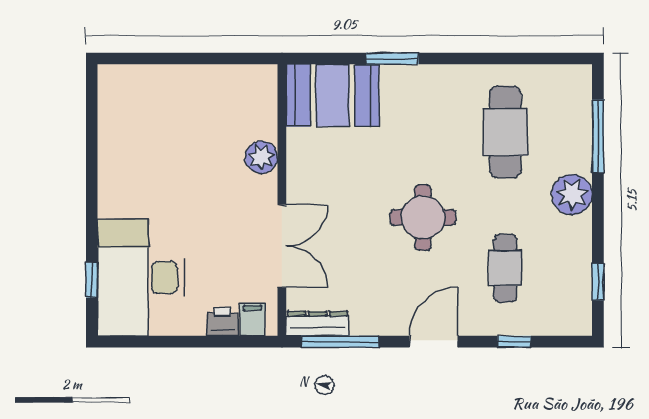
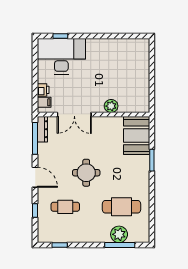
plant: (572, 195) -> (119, 234), moved

